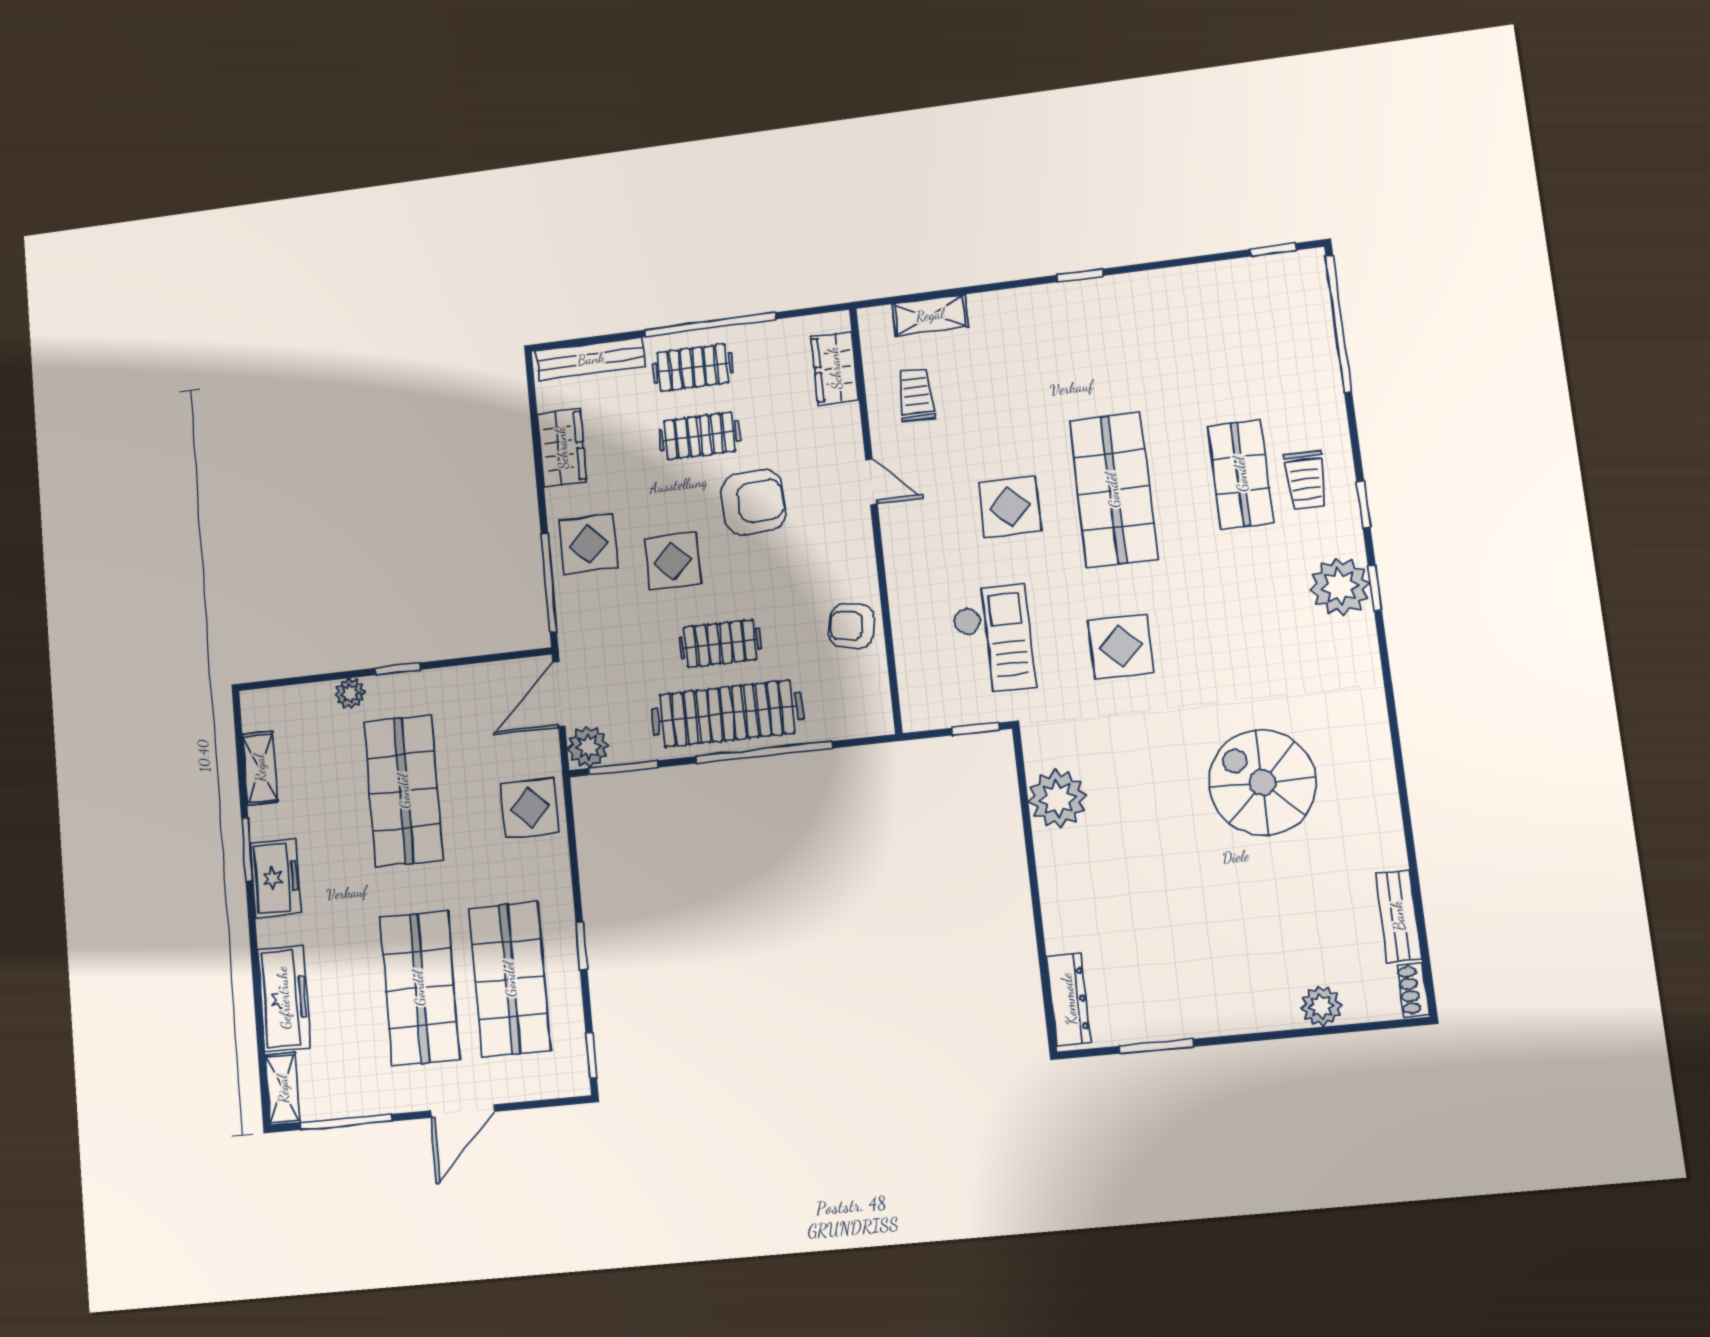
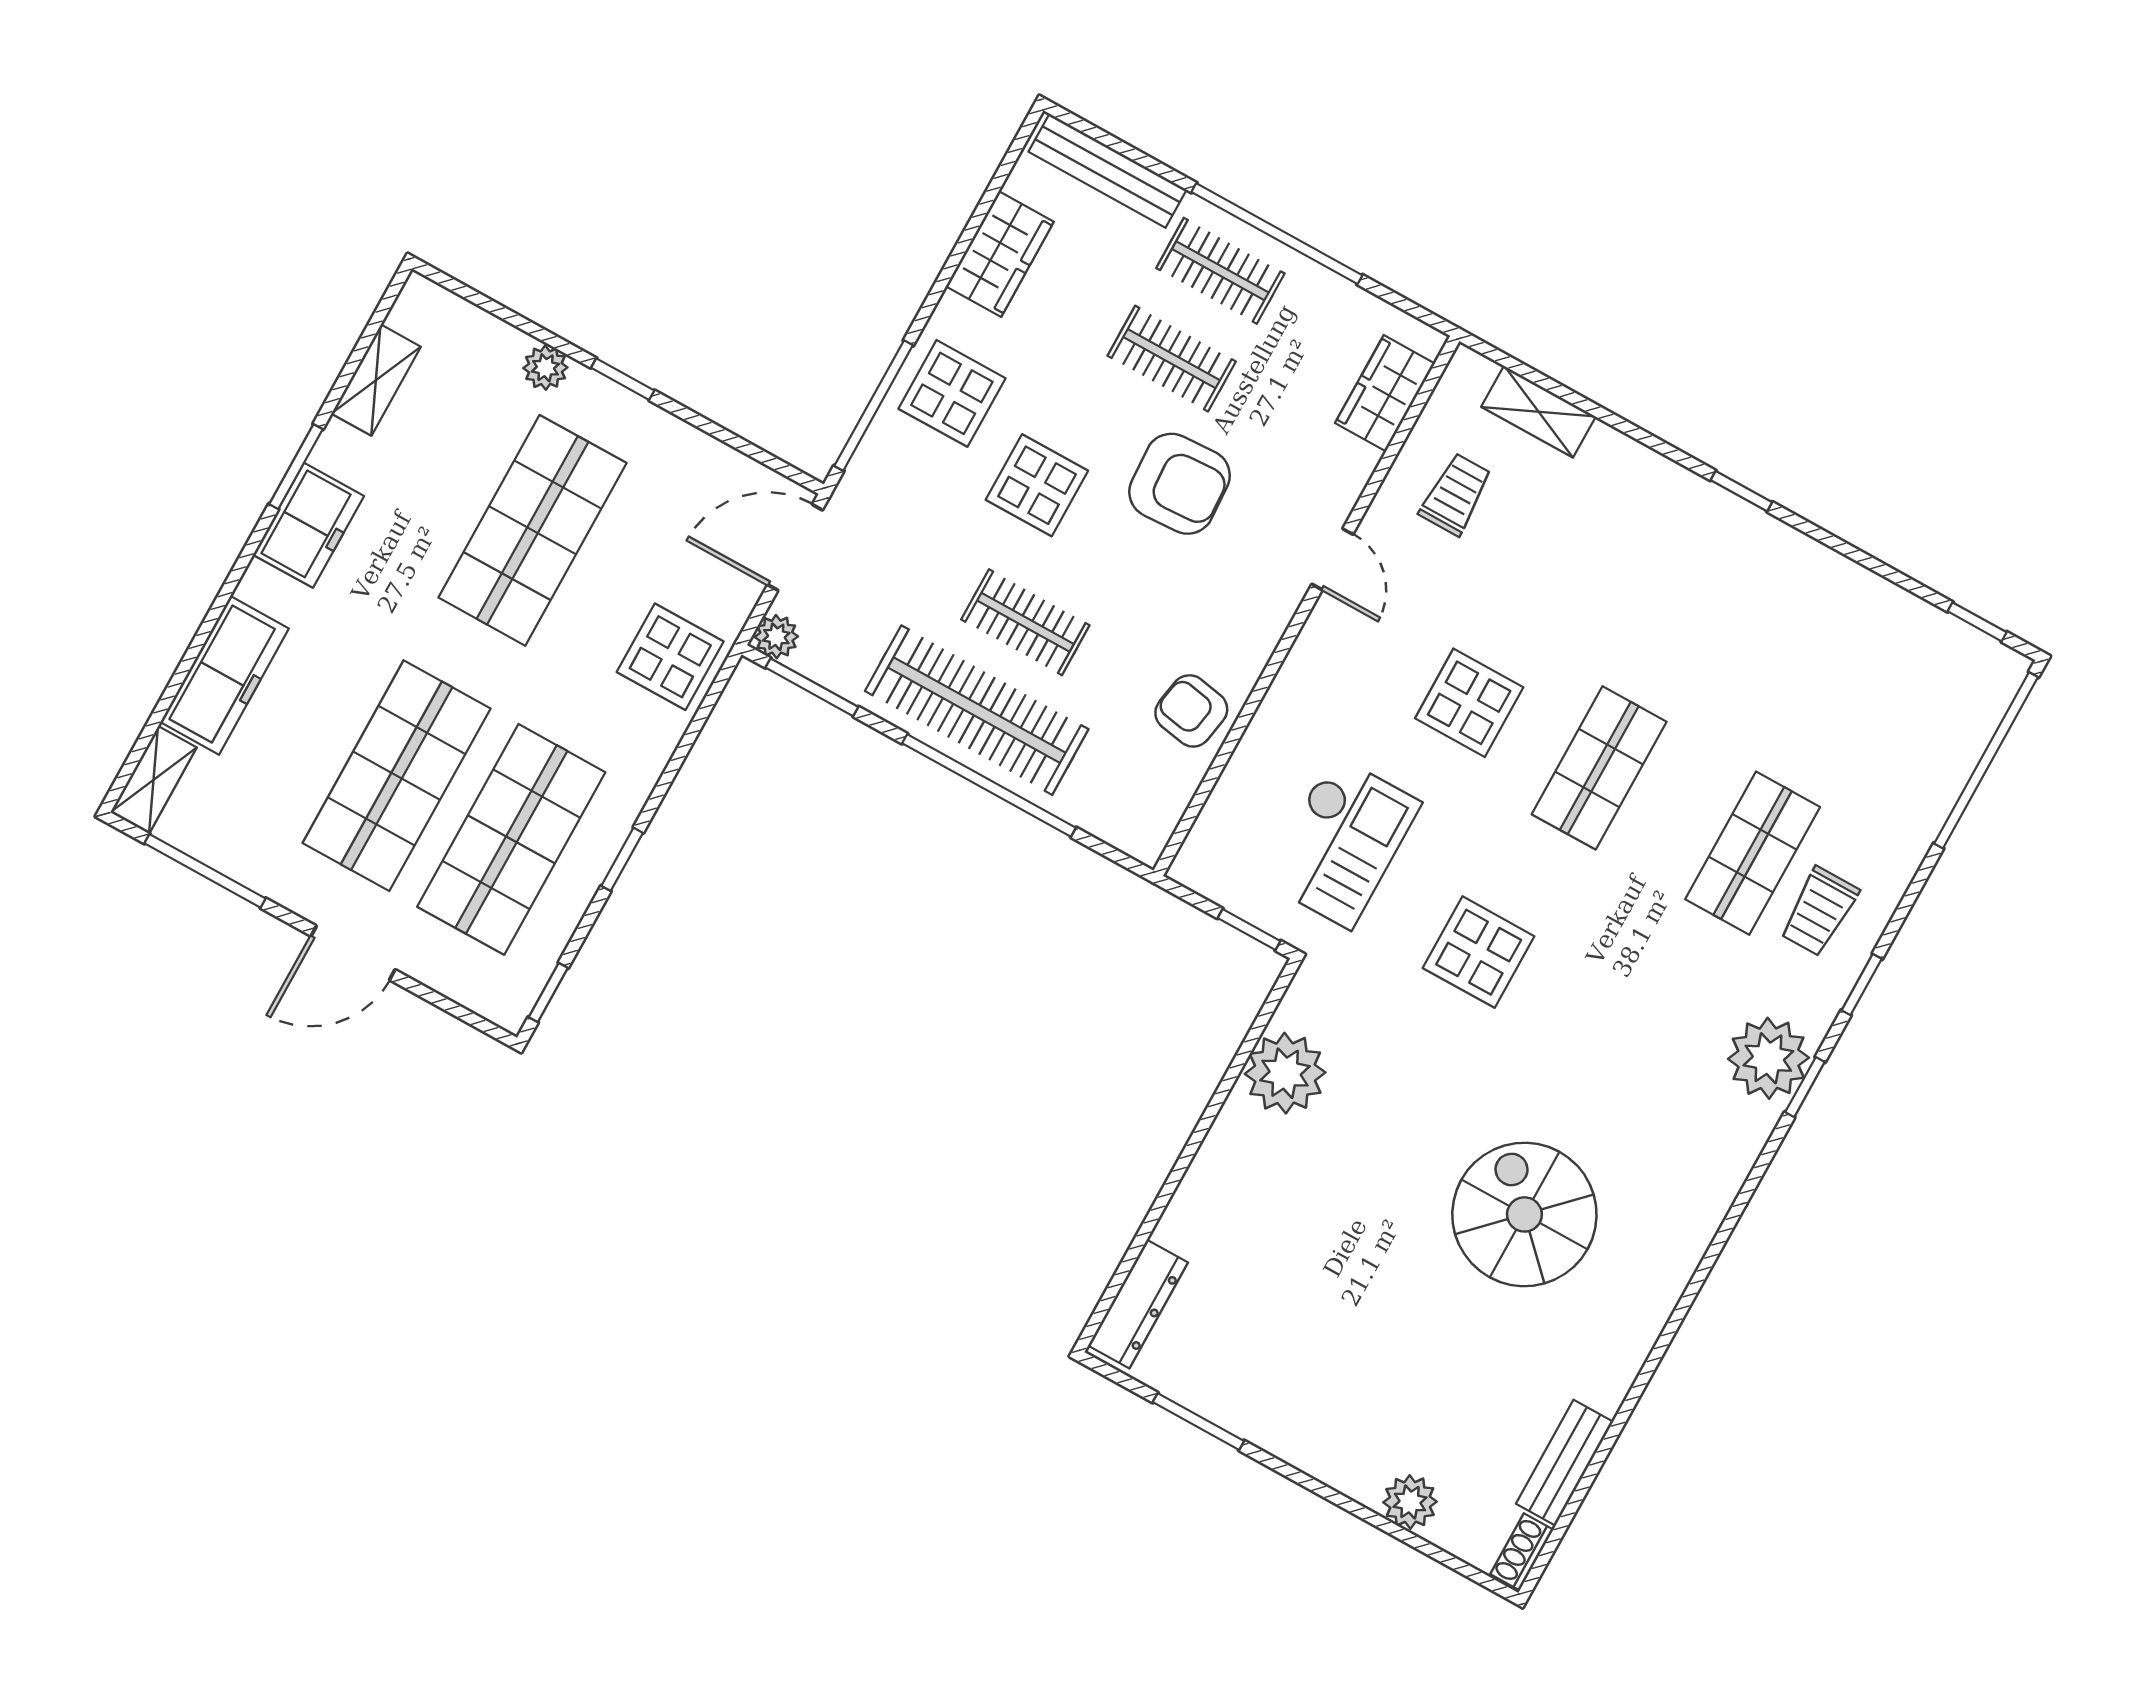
shop shelf: (1113, 490) -> (1599, 768), width x0.70, depth x0.74
plant: (588, 747) -> (776, 637), width x0.73, depth x0.73

